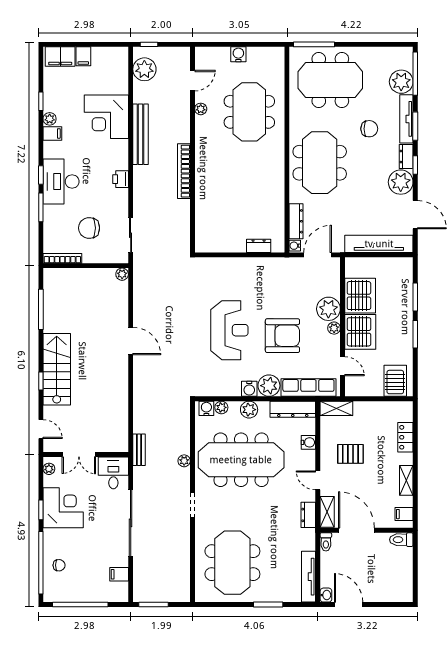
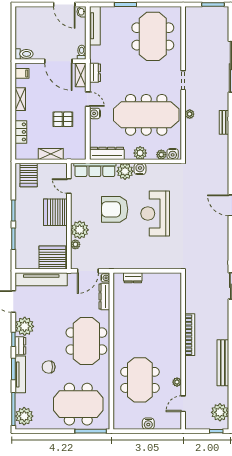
plant: (401, 82) -> (24, 416), moved
server rack: (360, 296) -> (52, 258), moved, turned 90
plant: (334, 328) -> (75, 244), moved
shelving: (336, 408) -> (51, 154), moved
water cooler: (308, 442) -> (95, 113), moved

